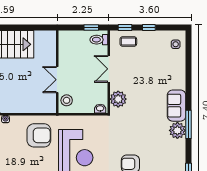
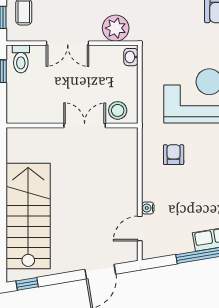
double door: (57, 80) -> (85, 126), swing flipped
armchair: (39, 135) -> (174, 155), width x0.53, depth x0.53

